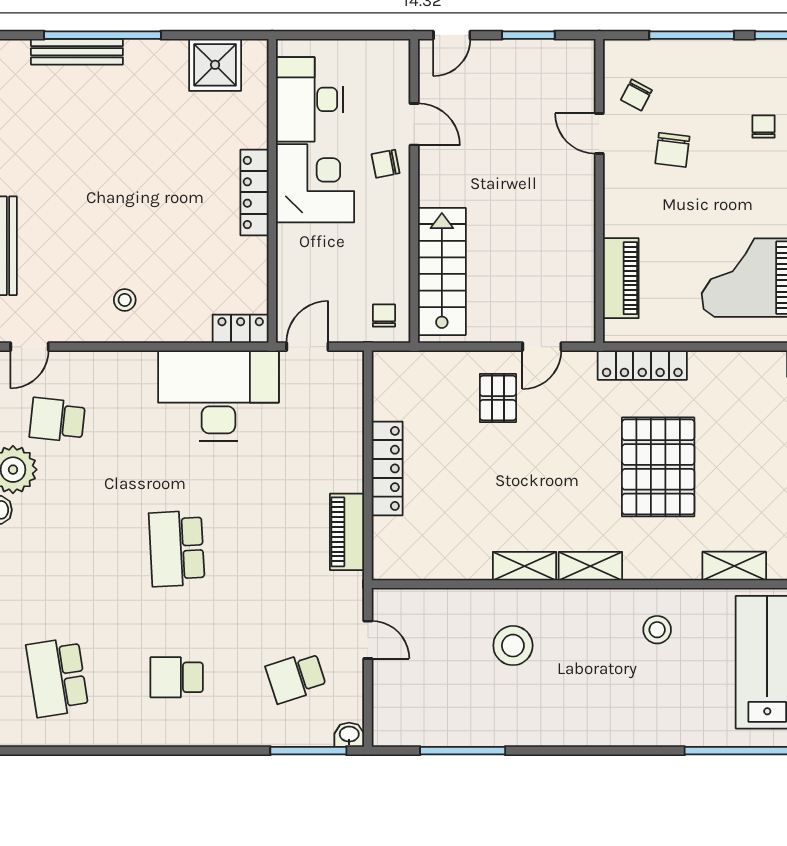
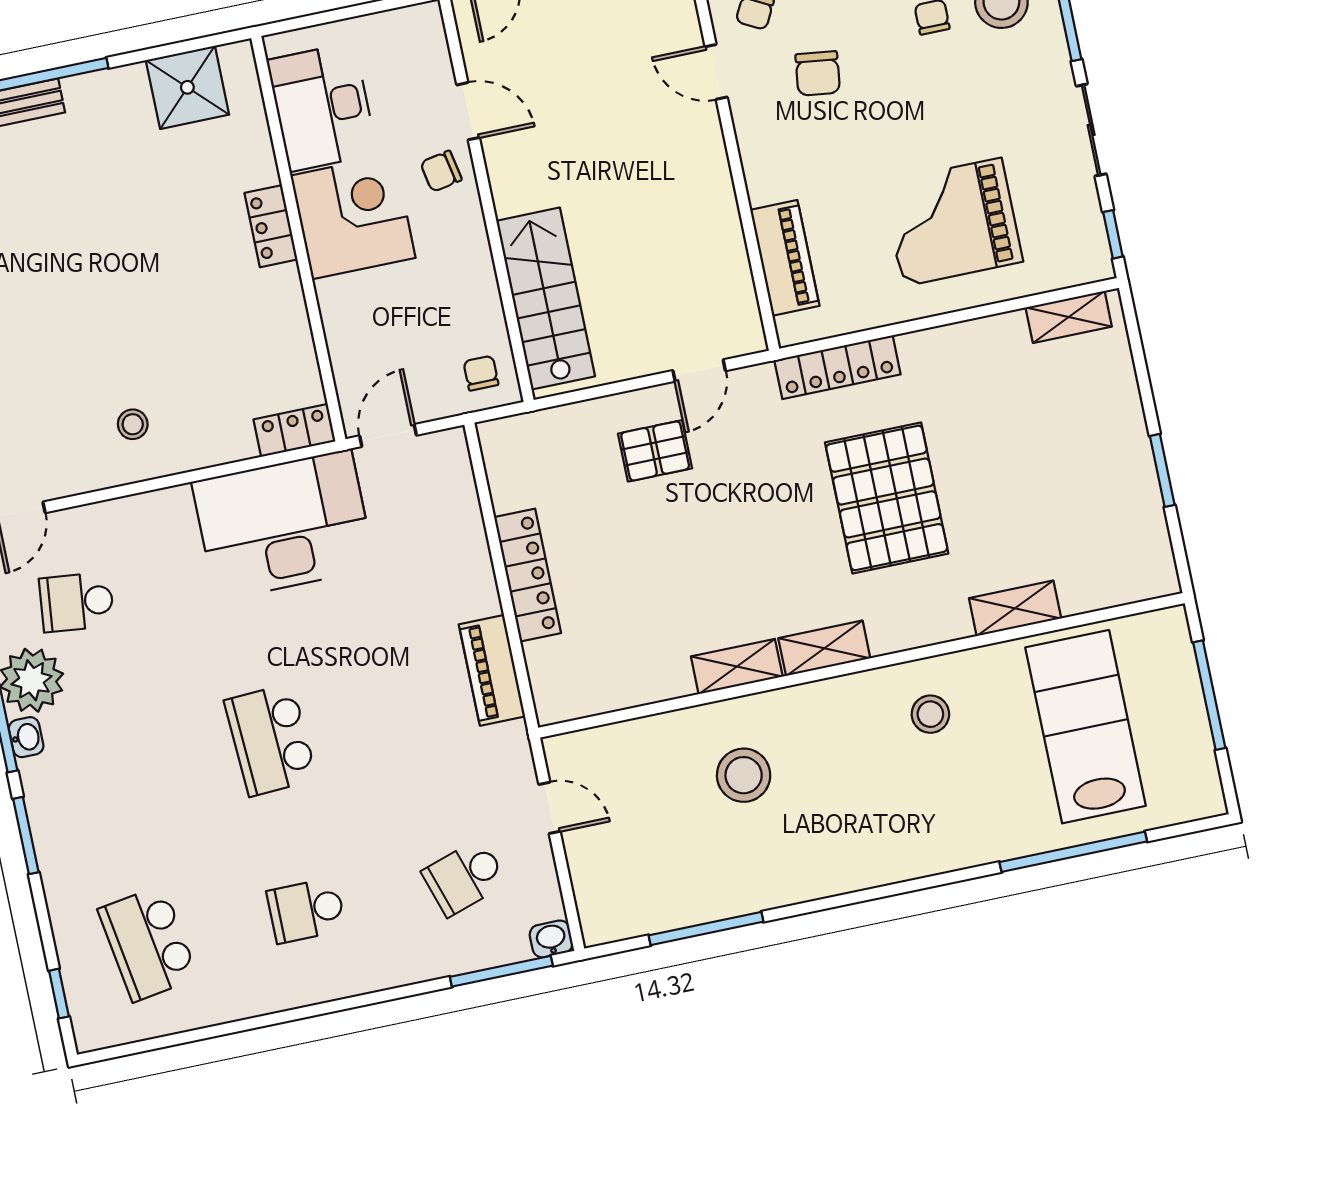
locker: (254, 192) -> (271, 226), width x0.66
pallet: (498, 398) -> (655, 451), turned 90

